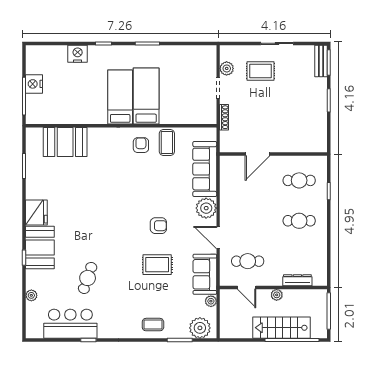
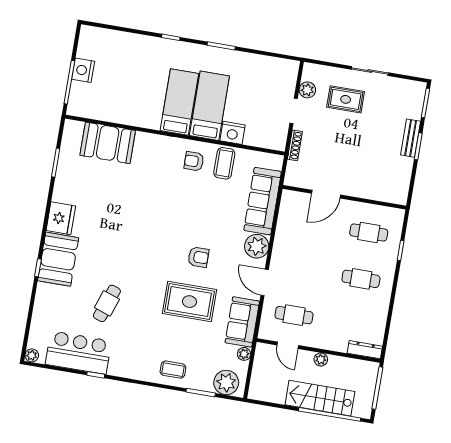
nightstand: (78, 54) -> (232, 133), moved, turned 180
bench: (321, 61) -> (411, 138), moved
armchair: (141, 145) -> (194, 161), turned -90
rug: (157, 265) -> (189, 302), width x1.36, depth x1.43
dresser: (297, 280) -> (365, 350), moved
plant: (31, 295) -> (32, 355), moved

